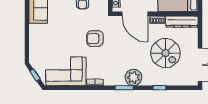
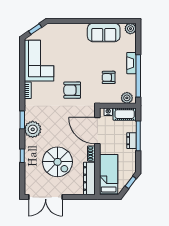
door: (135, 14) -> (97, 131), hinge flipped
armchair: (95, 39) -> (72, 90), turned -90
spiral stairs: (165, 53) -> (57, 162), turned -90

